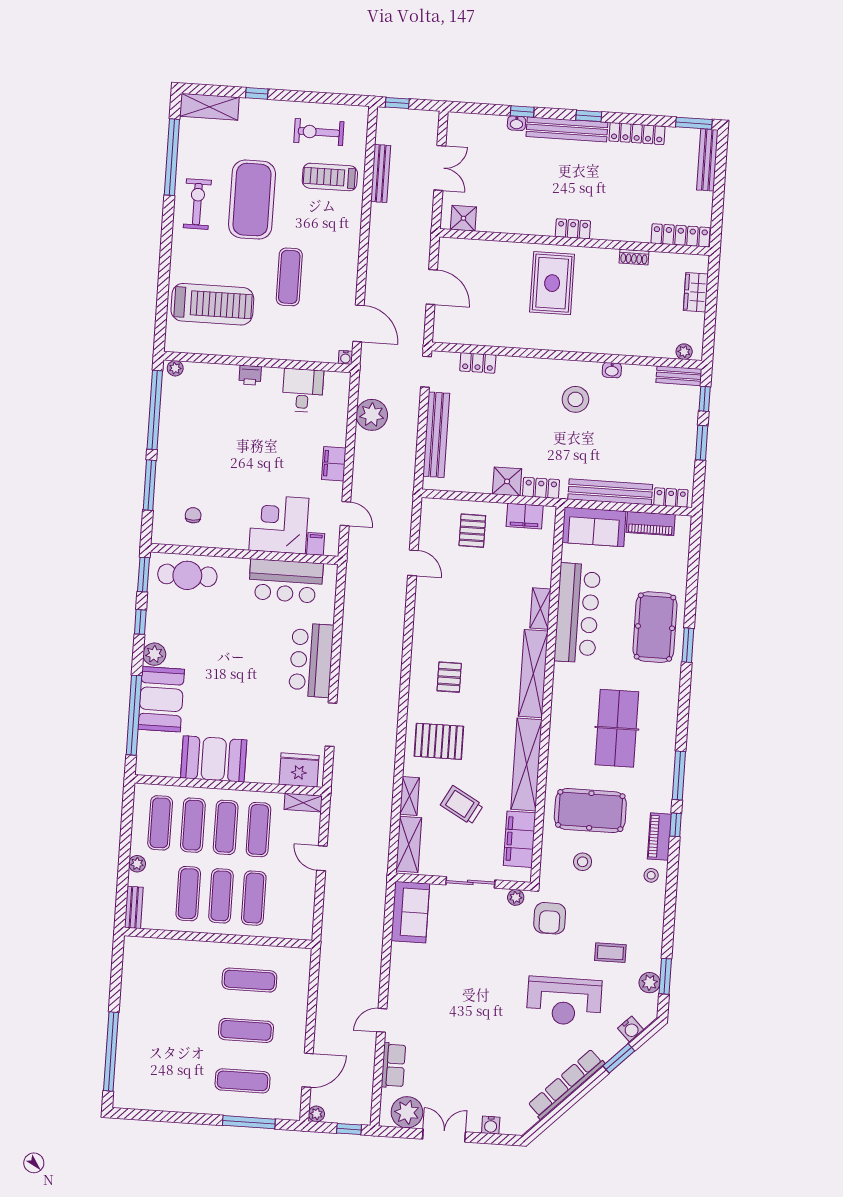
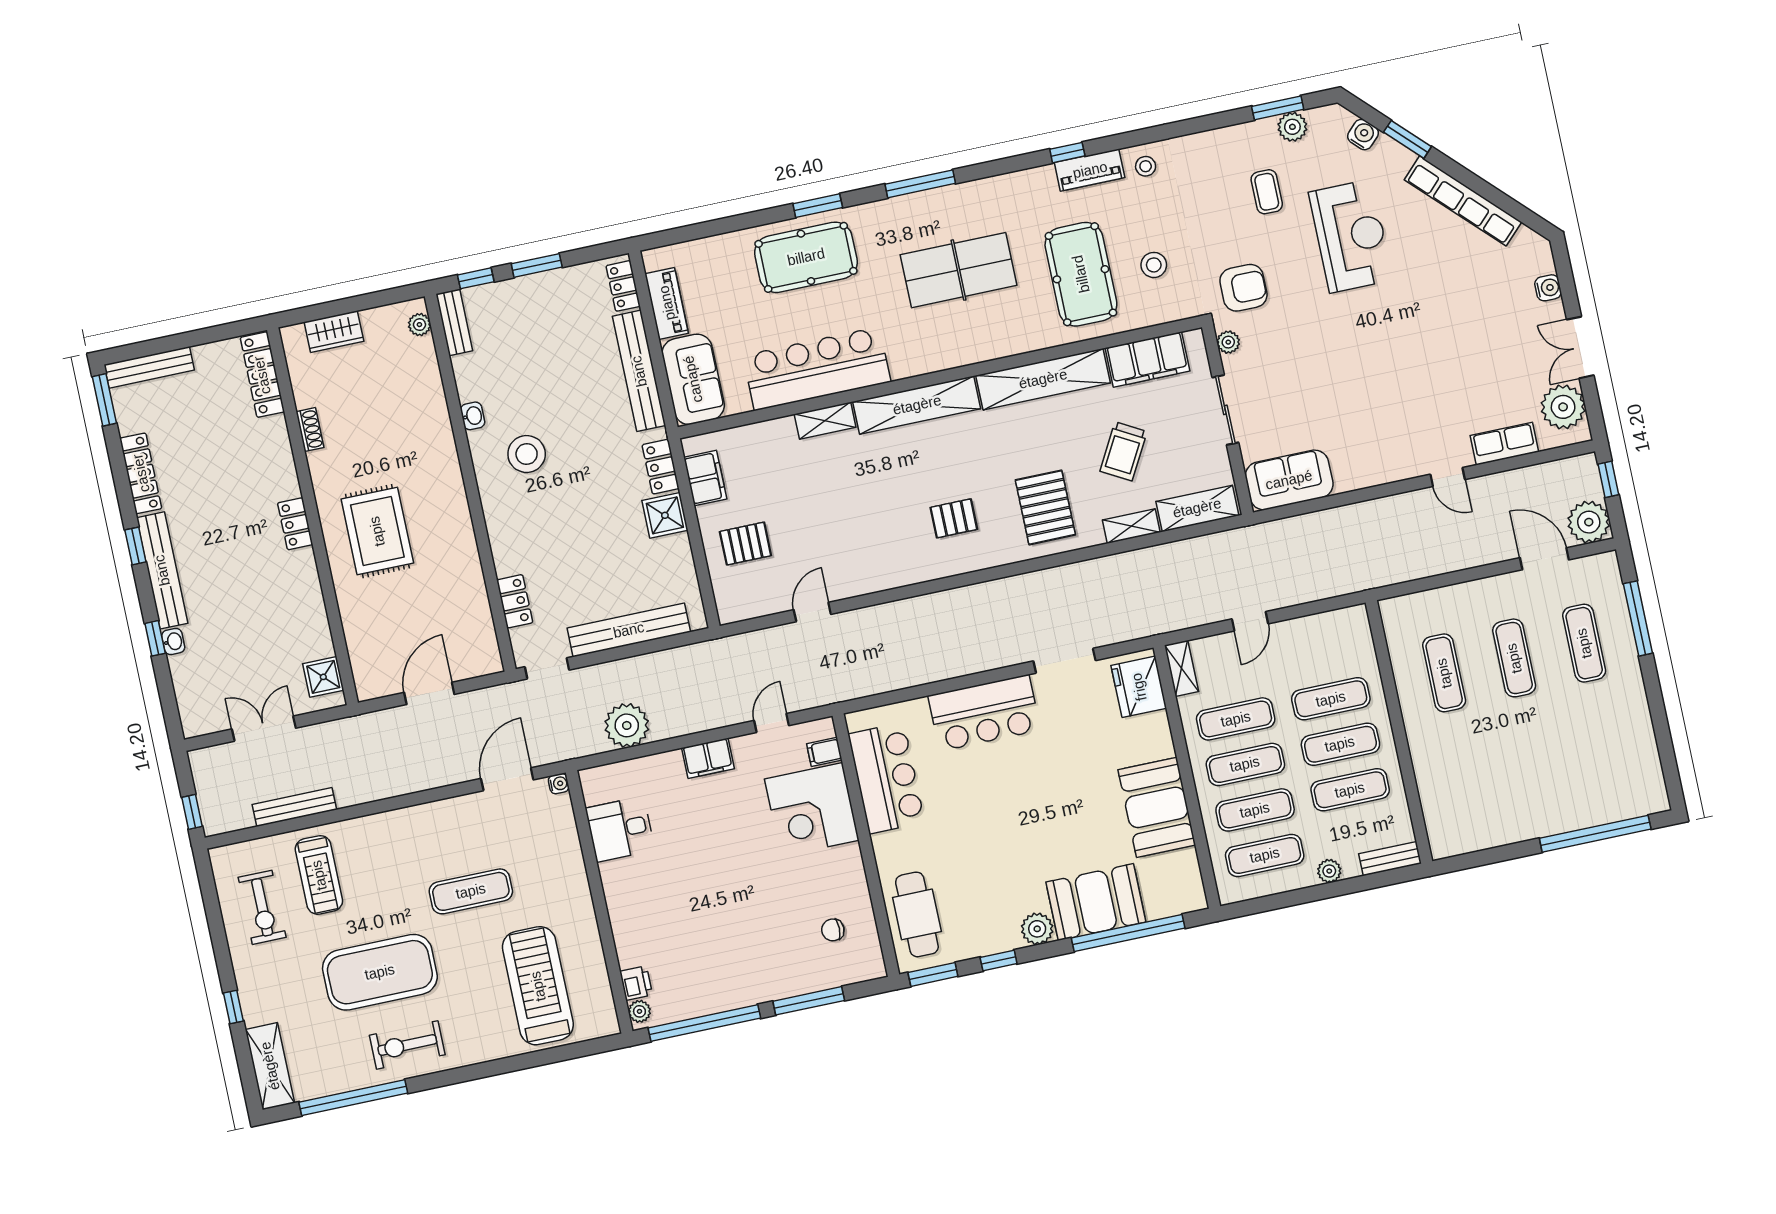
rug: (552, 283) -> (377, 531), turned 90
printer: (250, 375) -> (636, 983), moved
window: (679, 775) -> (920, 184), moved
plant: (316, 1114) -> (1589, 522), width x1.87, depth x1.87

